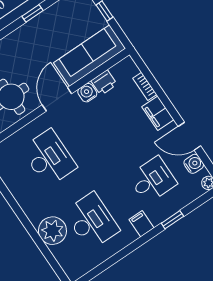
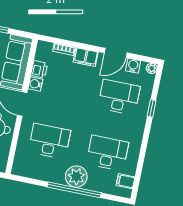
desk: (152, 180) -> (119, 97), width x1.37
filing cabinet: (141, 224) -> (125, 181), moved
window: (28, 225) -> (74, 190), added
plant: (52, 231) -> (76, 177), moved

